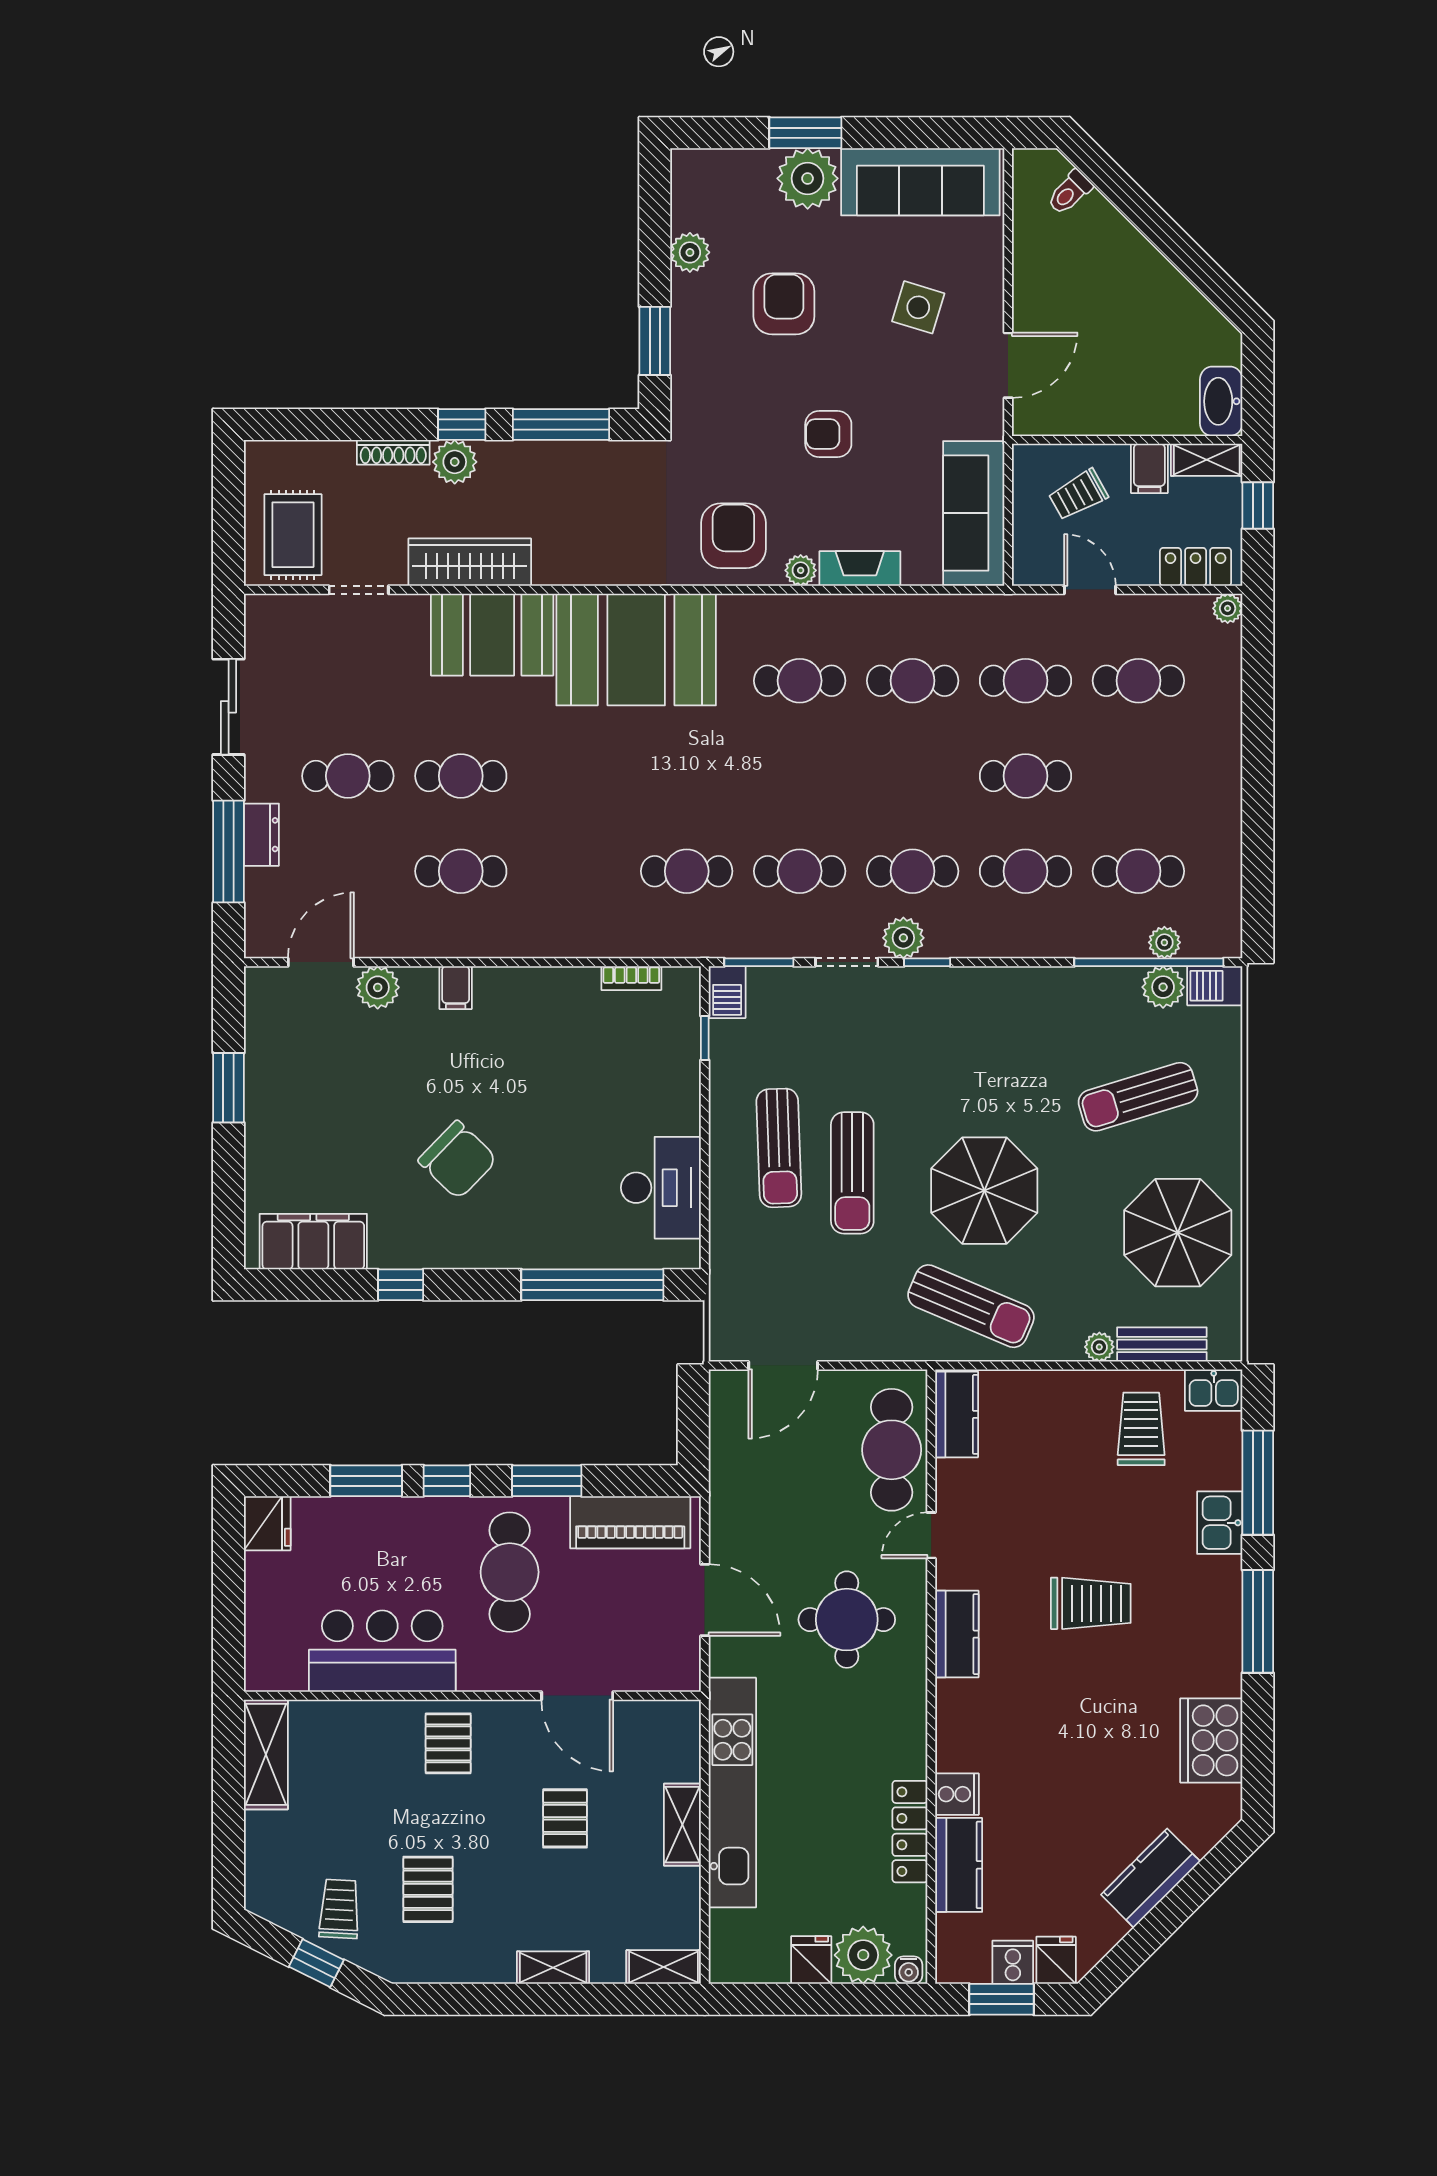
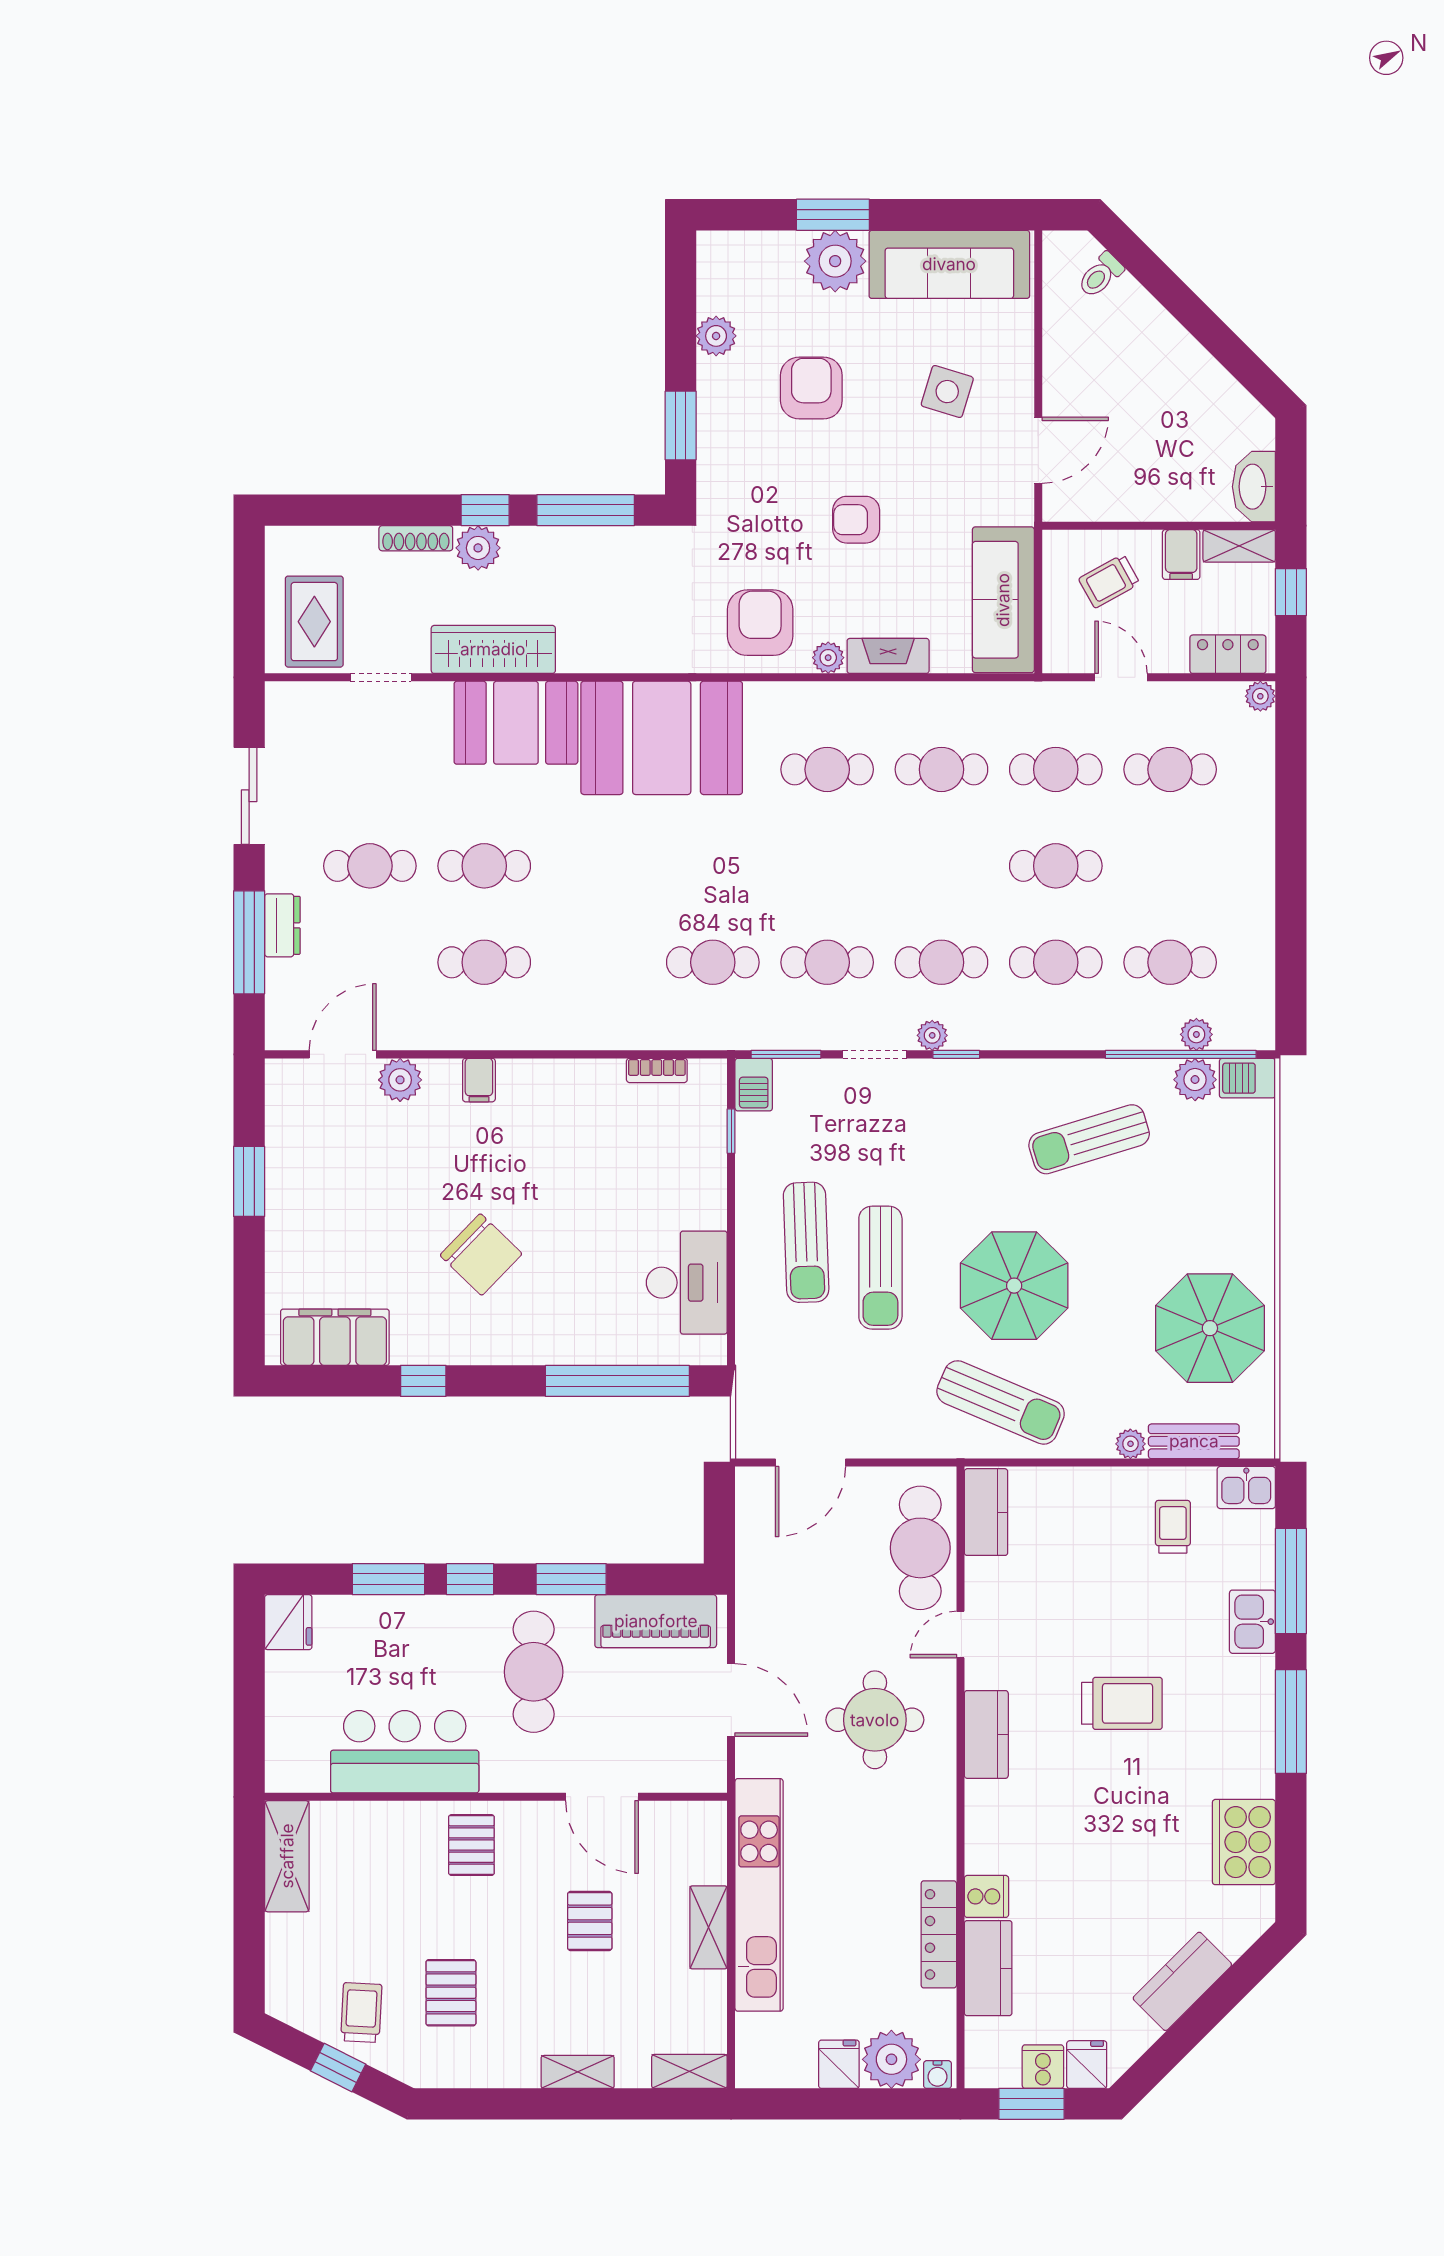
plant: (903, 938) -> (932, 1035), width x0.73, depth x0.73
sun lounger: (1138, 1097) -> (1089, 1139), moved
trolley: (1141, 1429) -> (1173, 1527), width x0.73, depth x0.72

